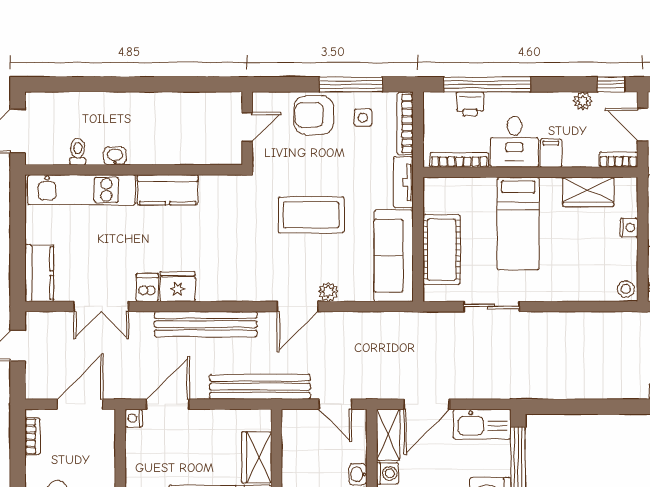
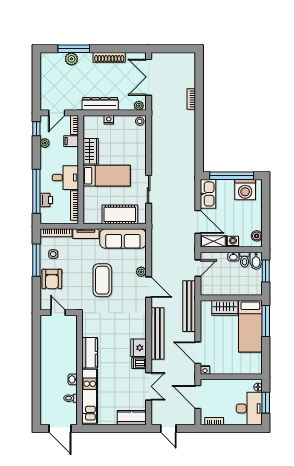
filing cabinet: (551, 153) -> (71, 141), moved
wardrobe: (588, 192) -> (91, 151), moved

